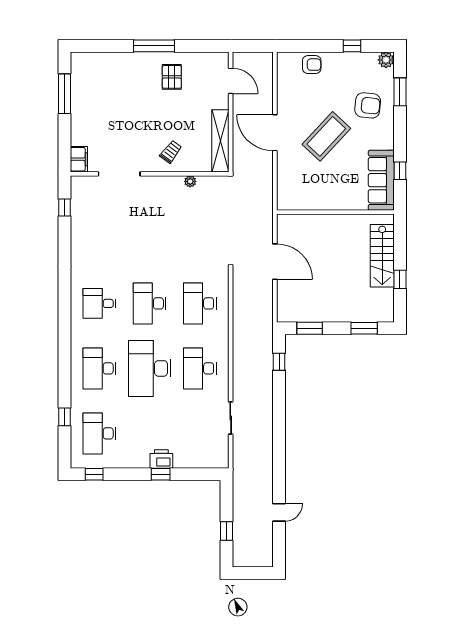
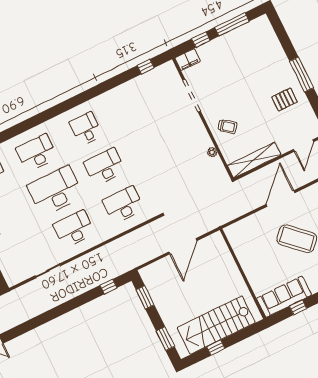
window: (64, 135) -> (201, 40), added
stairs: (382, 256) -> (216, 325), width x1.36, depth x1.51

